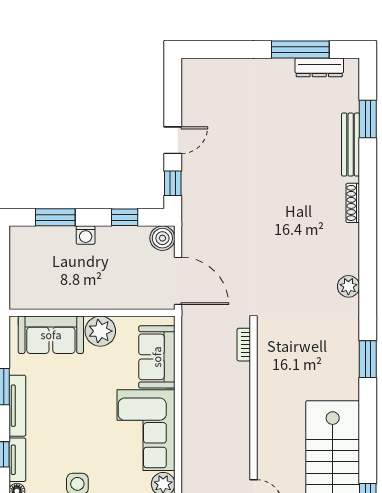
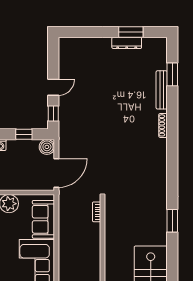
window: (300, 49) -> (131, 32), width x0.69
dresser: (319, 67) -> (127, 43), moved
door: (178, 281) -> (56, 173), hinge flipped
plant: (348, 286) -> (160, 176), removed

